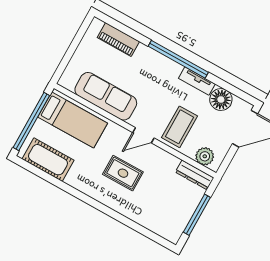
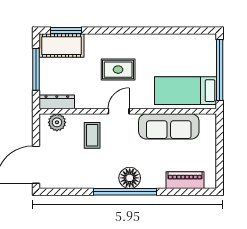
tv unit: (197, 81) -> (99, 182), removed
floor lamp: (221, 99) -> (130, 178), moved
coffee table: (180, 127) -> (92, 135), width x0.73, depth x0.77
cot: (48, 160) -> (62, 46), moved
window: (150, 235) -> (66, 31), added

